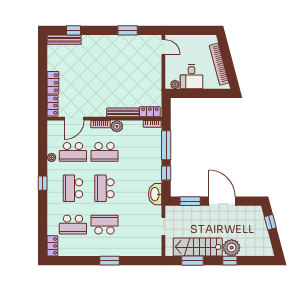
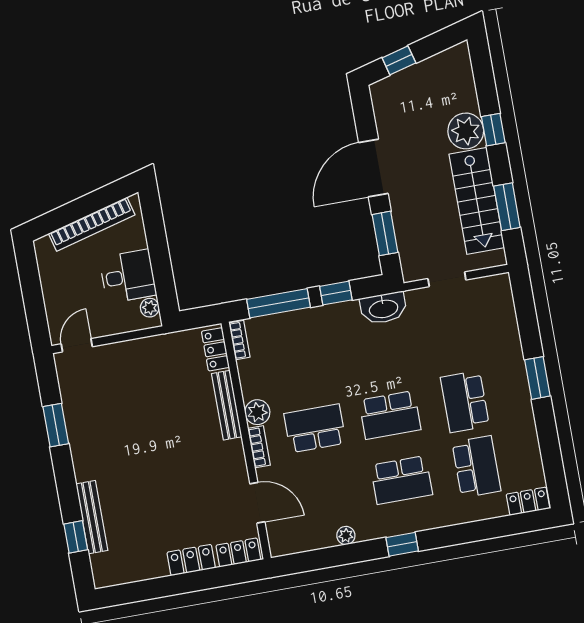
bench: (64, 40) -> (92, 517), moved
school desk: (73, 152) -> (326, 493), removed
school desk: (104, 152) -> (315, 428), turned -90

